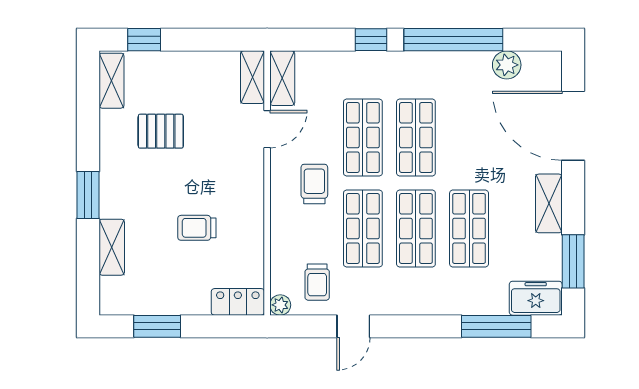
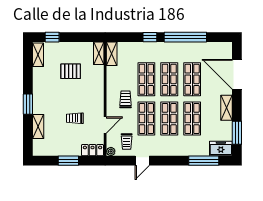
plant: (507, 65) -> (208, 48), removed
door: (267, 129) -> (105, 125), moved
pallet: (161, 131) -> (71, 71), moved
shop shelf: (469, 137) -> (192, 79), added
window: (157, 326) -> (68, 161), moved

